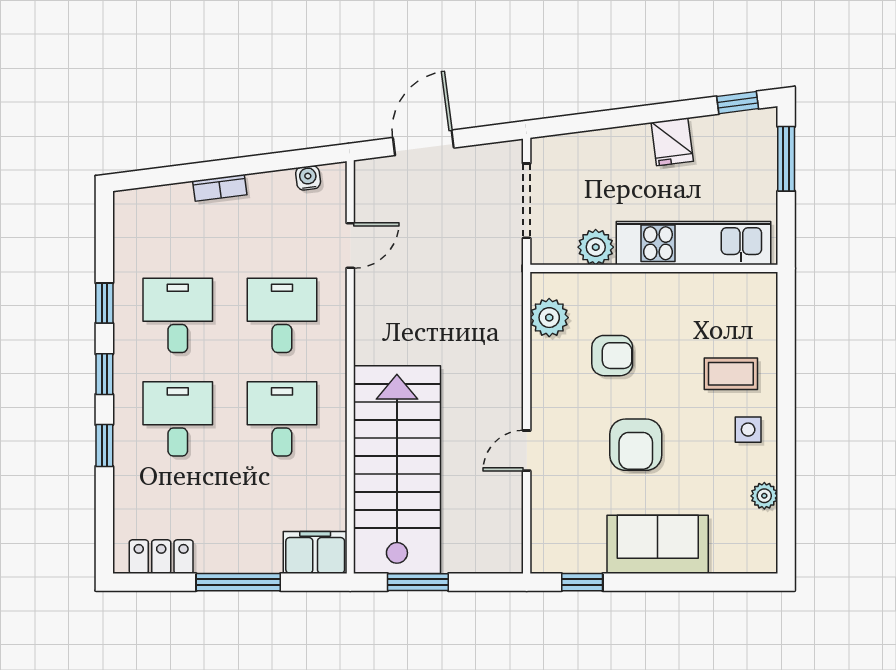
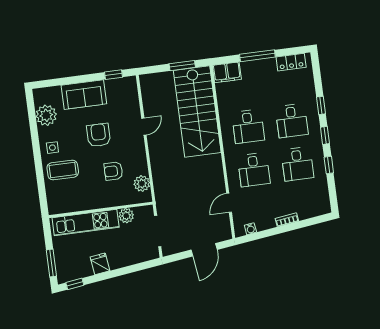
coffee table: (731, 374) -> (63, 170), width x1.36, depth x1.30
plant: (764, 496) -> (46, 115), width x1.87, depth x1.87

